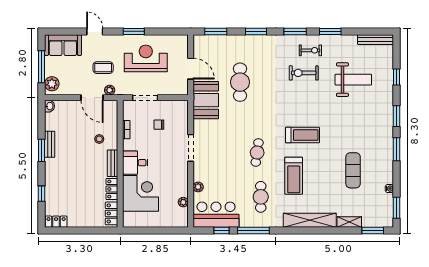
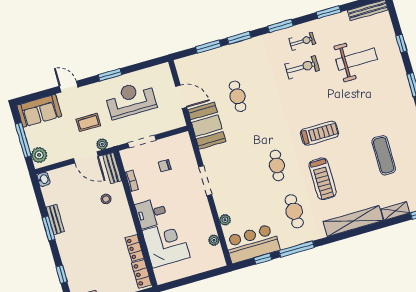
window: (216, 31) -> (208, 47), moved
window: (330, 31) -> (328, 12), moved
exercise bike: (304, 73) -> (302, 67), turned 180
cafe table: (240, 82) -> (238, 96), width x0.73, depth x0.74
bench: (113, 163) -> (112, 168), moved

